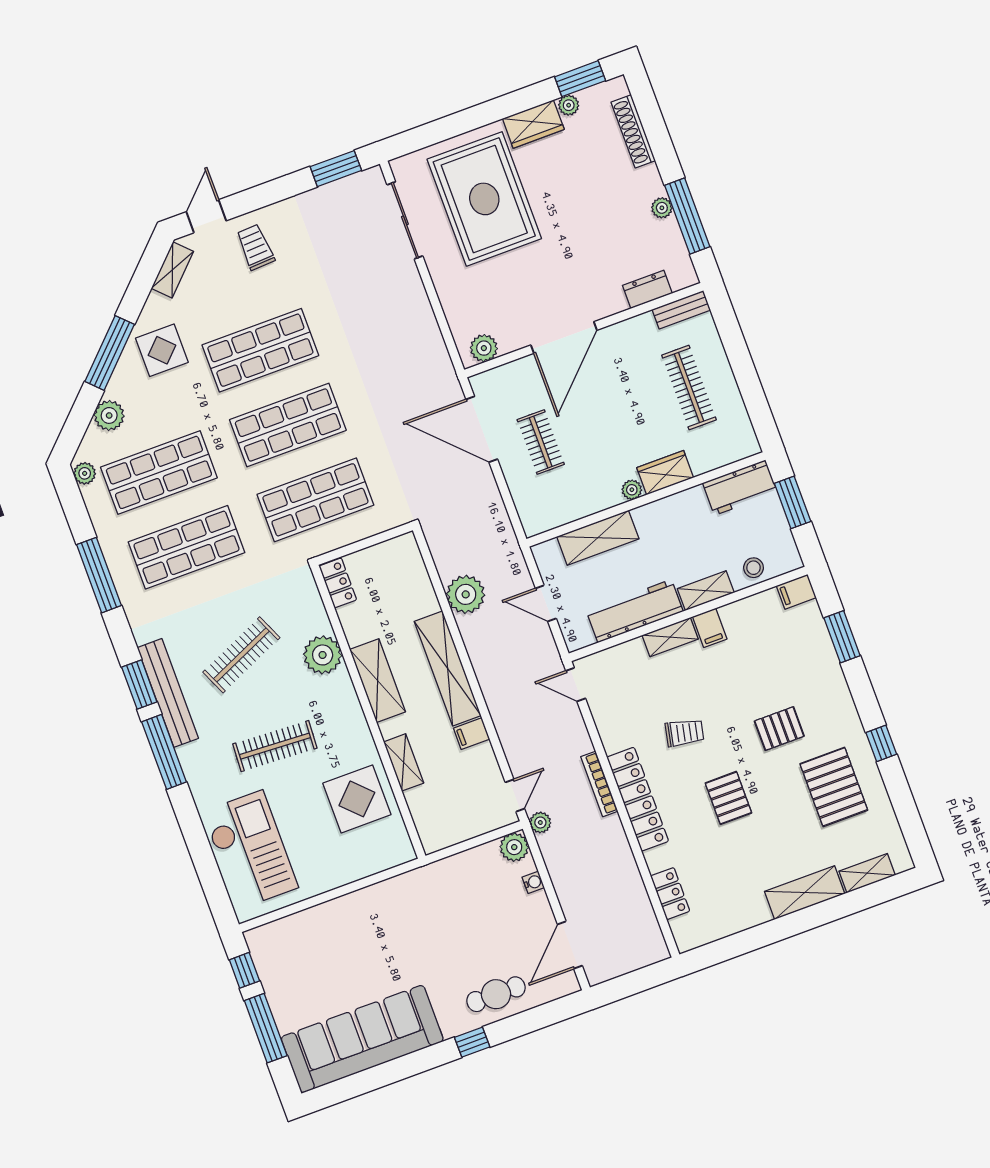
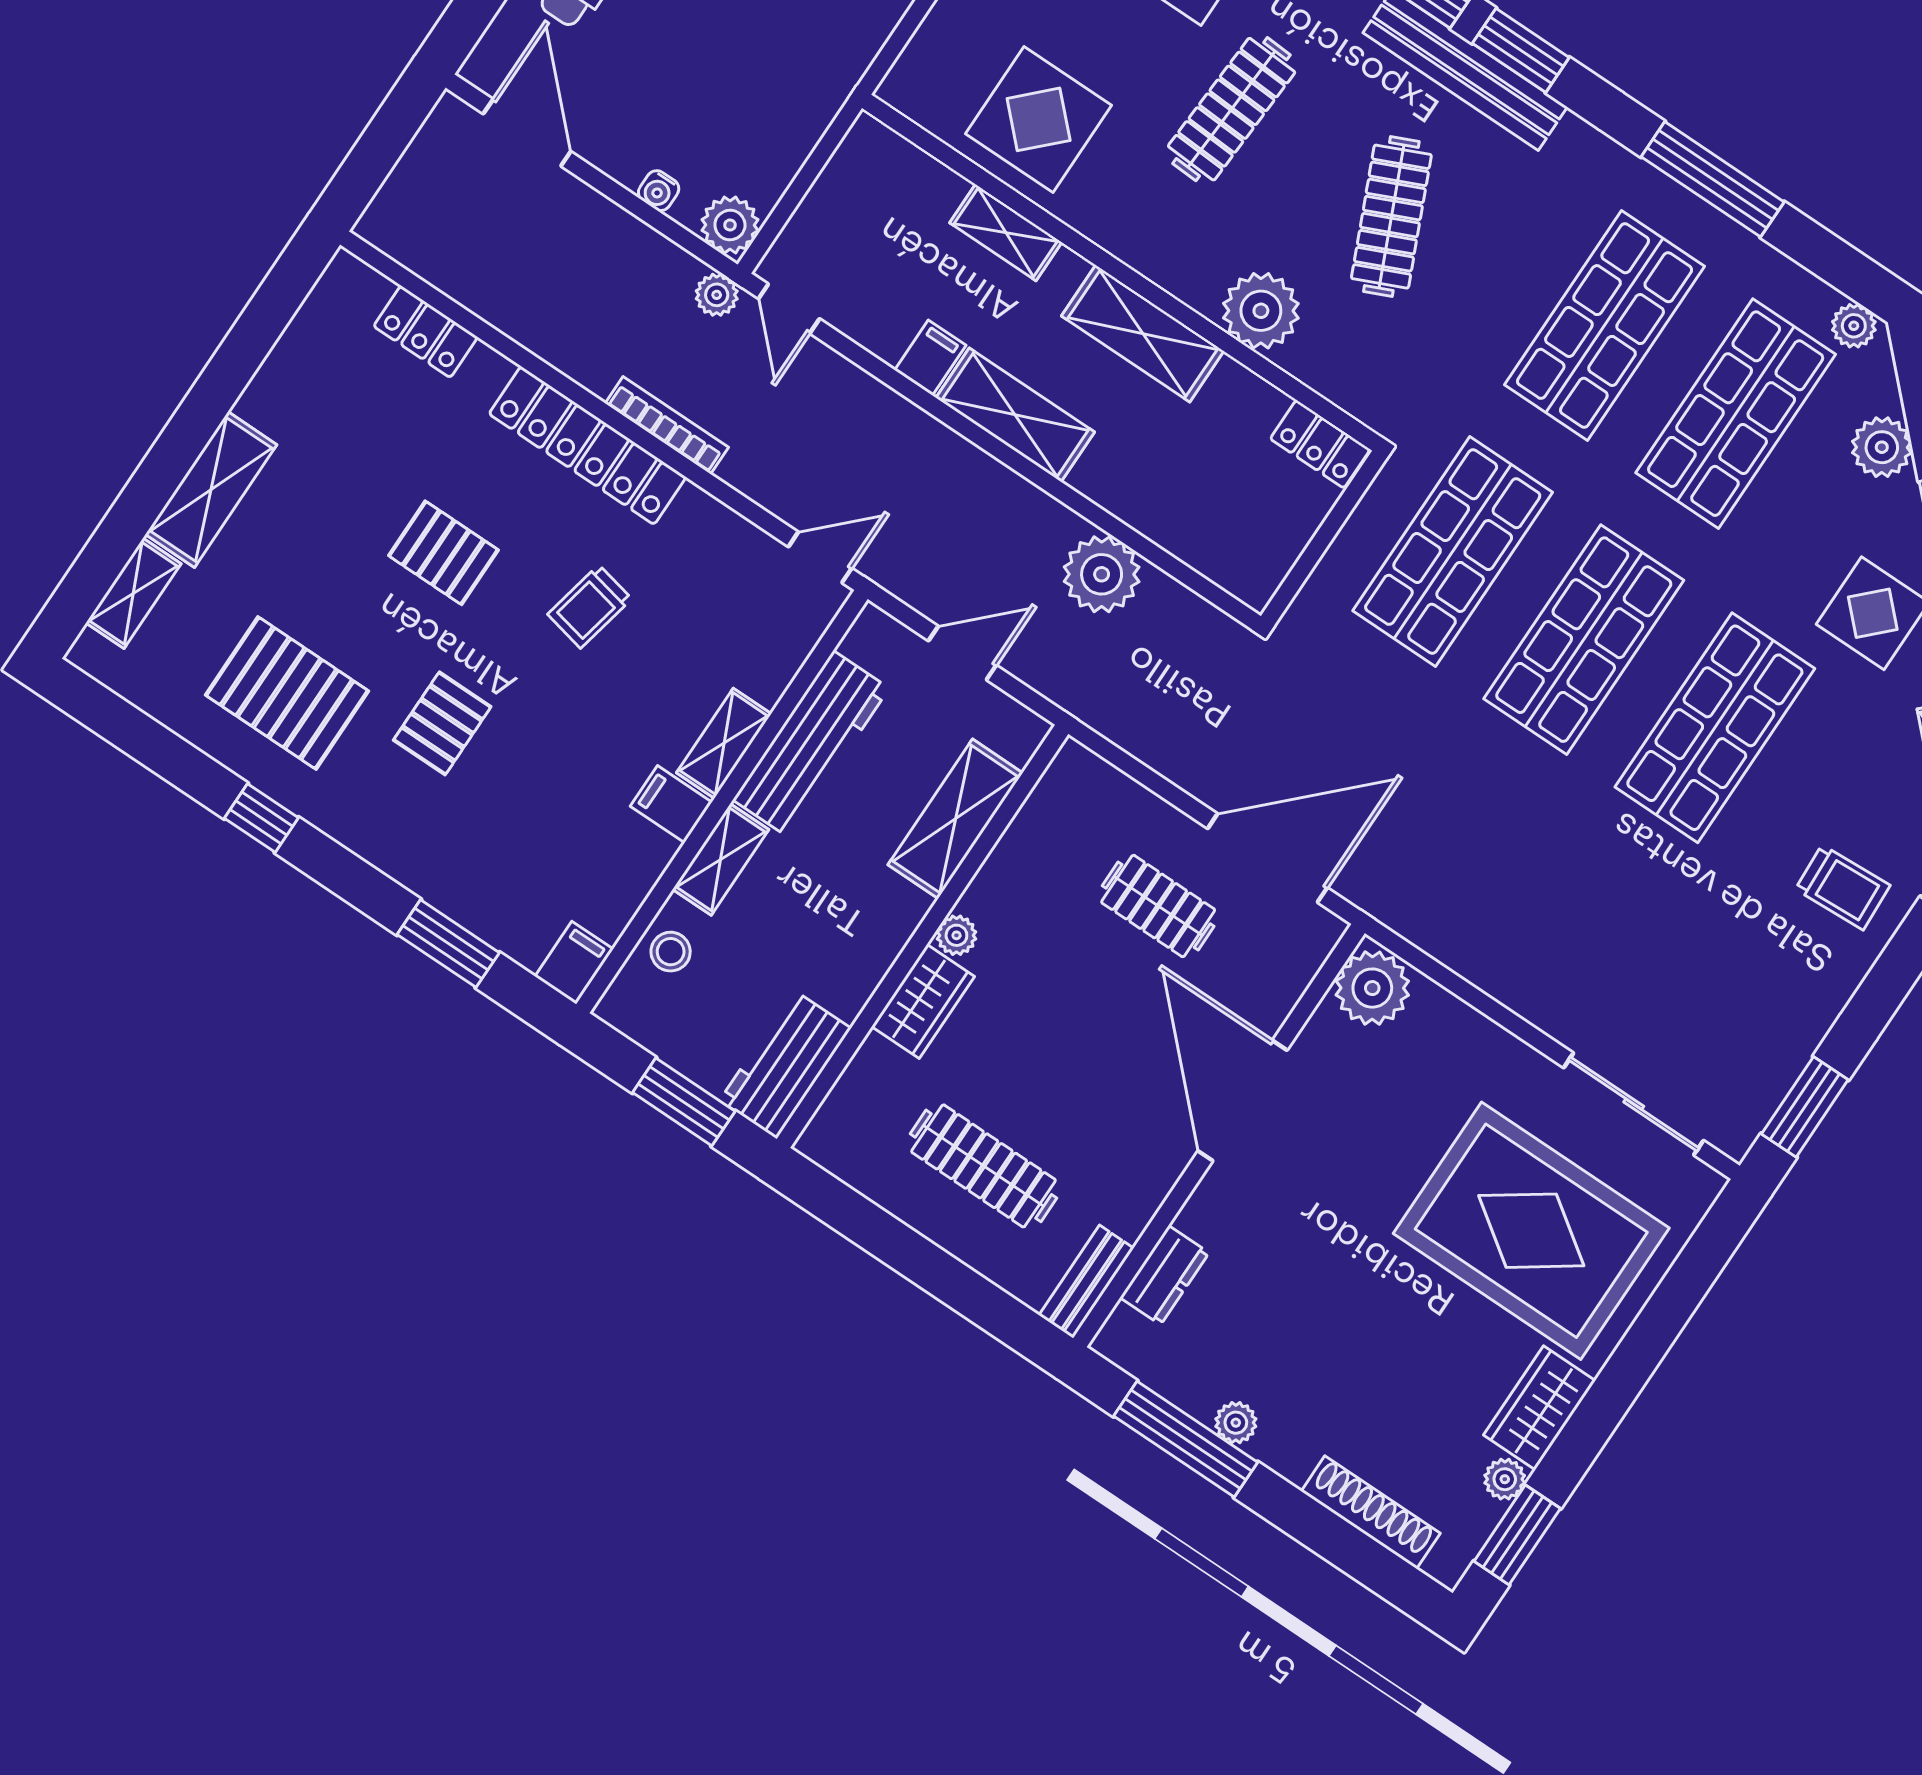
plant: (484, 348) -> (1372, 988), width x1.36, depth x1.36
shelving: (448, 668) -> (1015, 415), width x0.68

